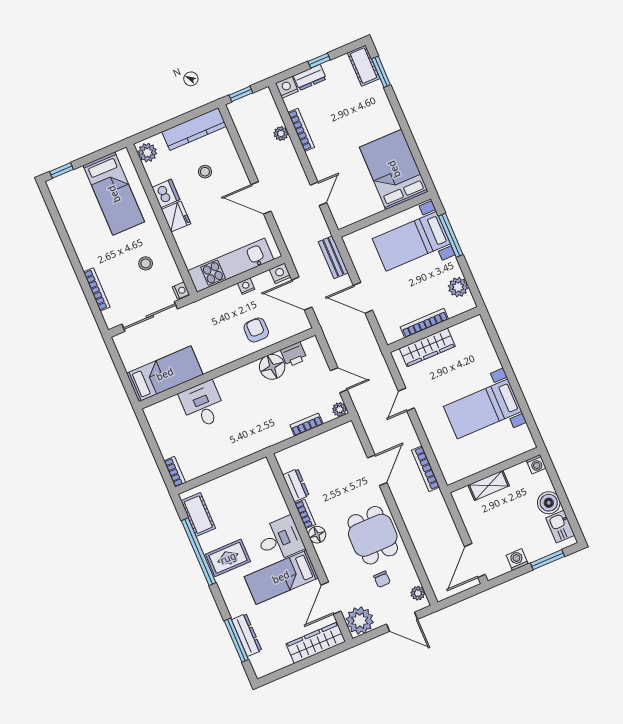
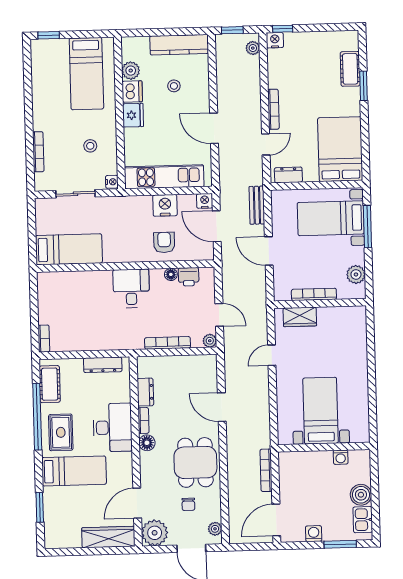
window: (319, 61) -> (283, 29), moved
cot: (364, 66) -> (350, 69), moved
window: (381, 72) -> (364, 86), moved
dresser: (310, 77) -> (288, 175), moved, turned 180
bookcase: (301, 130) -> (273, 109), moved
plant: (281, 133) -> (253, 48), moved
plant: (147, 153) -> (131, 71), moved
nightstand: (246, 286) -> (165, 205), width x1.89, depth x1.79
sliding door: (150, 316) -> (76, 194), width x0.73
wardrobe: (427, 347) -> (300, 317), width x0.67
floor lamp: (272, 367) -> (171, 274), width x0.53, depth x0.53
desk: (203, 405) -> (131, 288), moved
bed with nightstands: (483, 409) -> (321, 411), moved, turned 90
bookcase: (307, 425) -> (167, 343), width x1.56
washing machine: (536, 464) -> (341, 457), moved
bookcase: (426, 469) -> (266, 470), moved
door: (377, 470) -> (222, 407), swing flipped
shelving: (489, 485) -> (314, 459), removed
desk: (280, 539) -> (113, 427), width x1.37
rug: (228, 558) -> (61, 432), turned 90
bed: (281, 577) -> (74, 471), moved, turned 180
dresser: (247, 635) -> (103, 365), moved, turned 90
window: (236, 640) -> (40, 507), width x0.69

